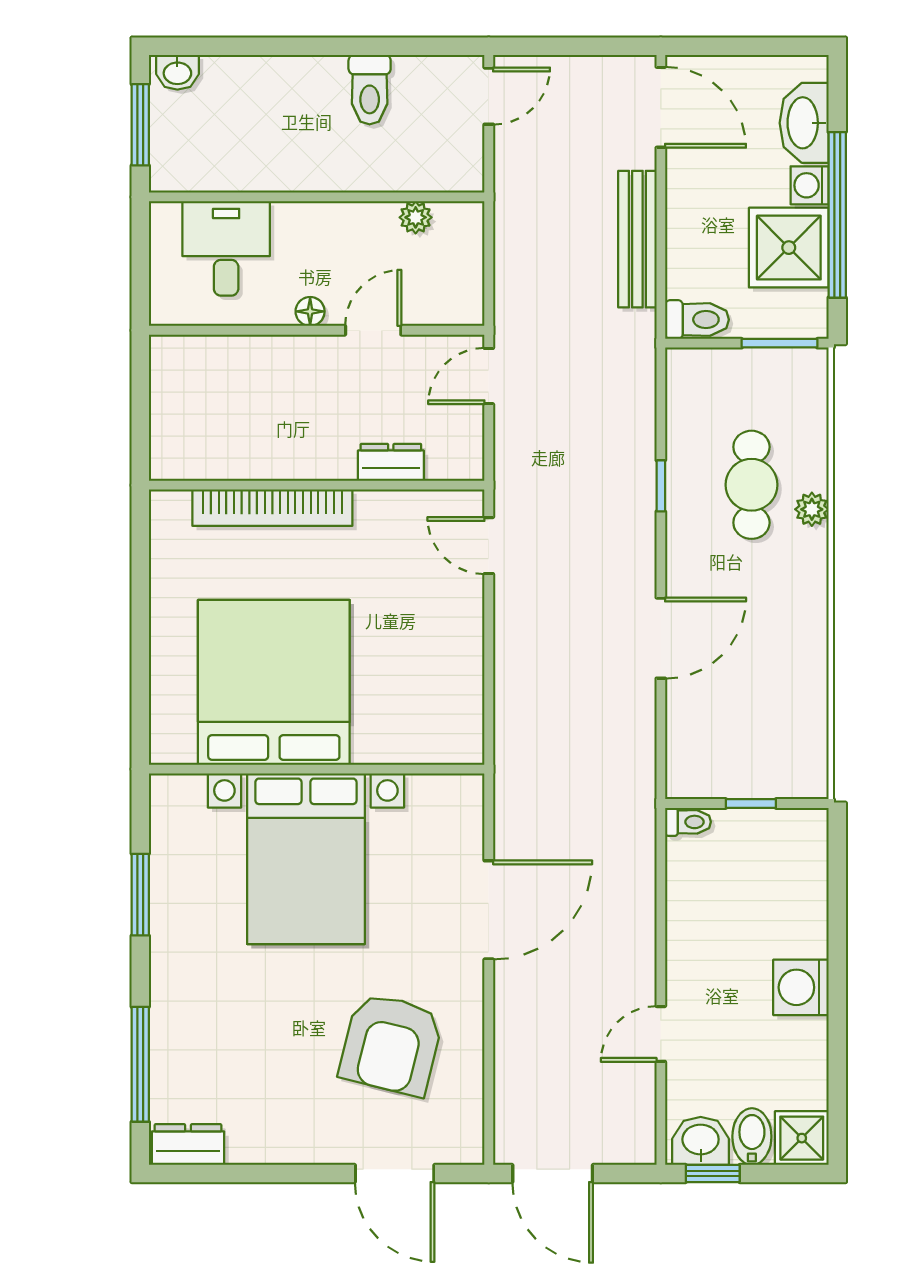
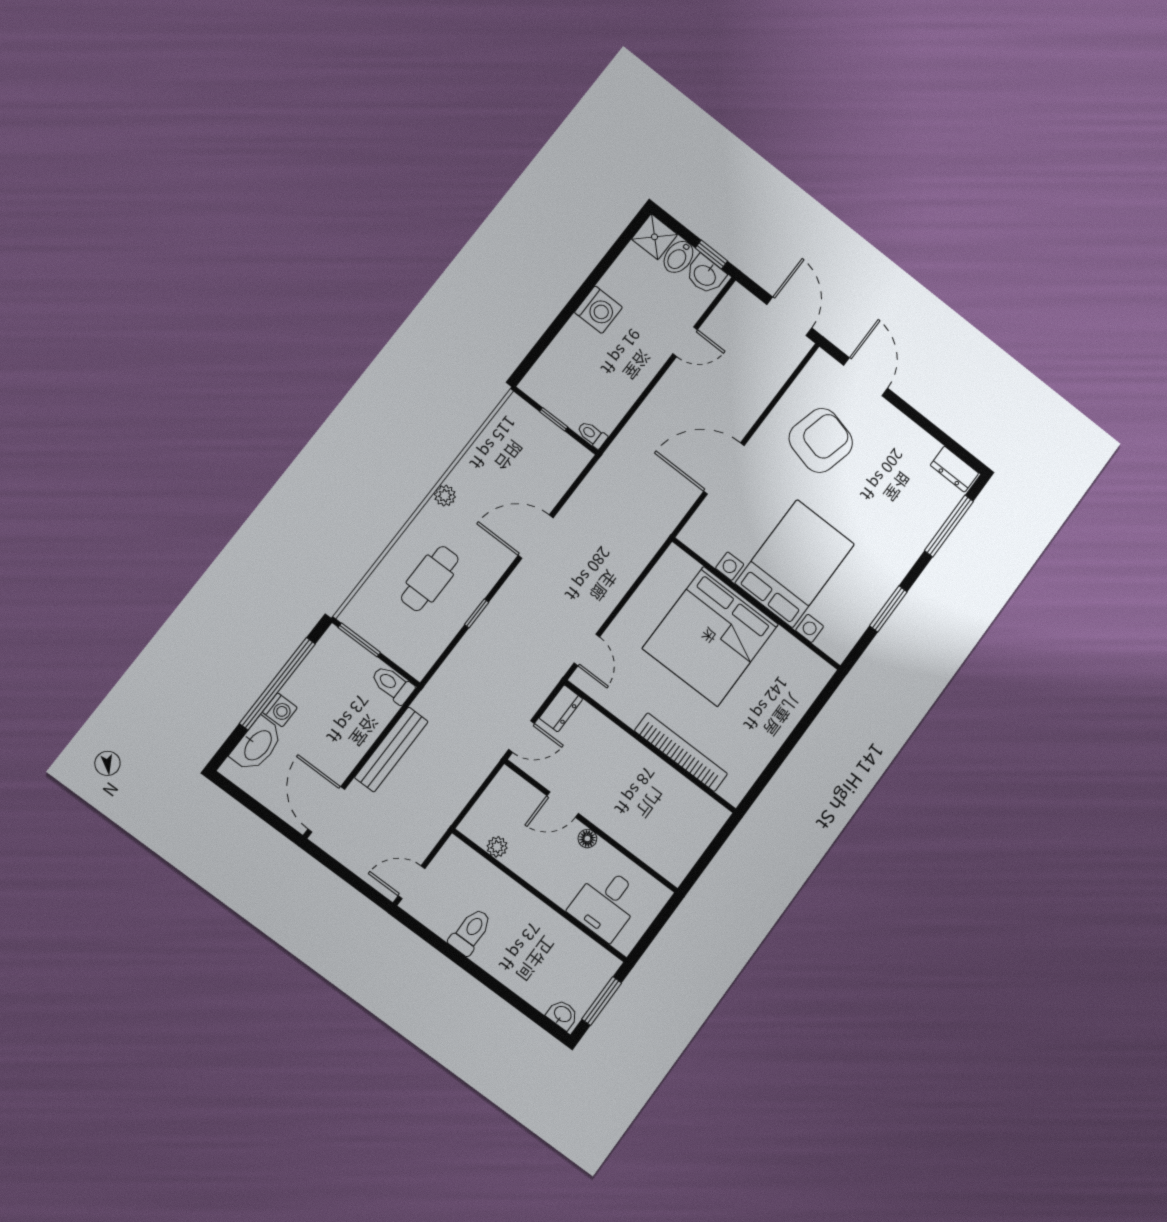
shower: (789, 248) -> (316, 686), removed
dresser: (391, 462) -> (561, 708), moved, turned -90
plant: (812, 509) -> (445, 496), moved
bed: (274, 682) -> (710, 636), moved

